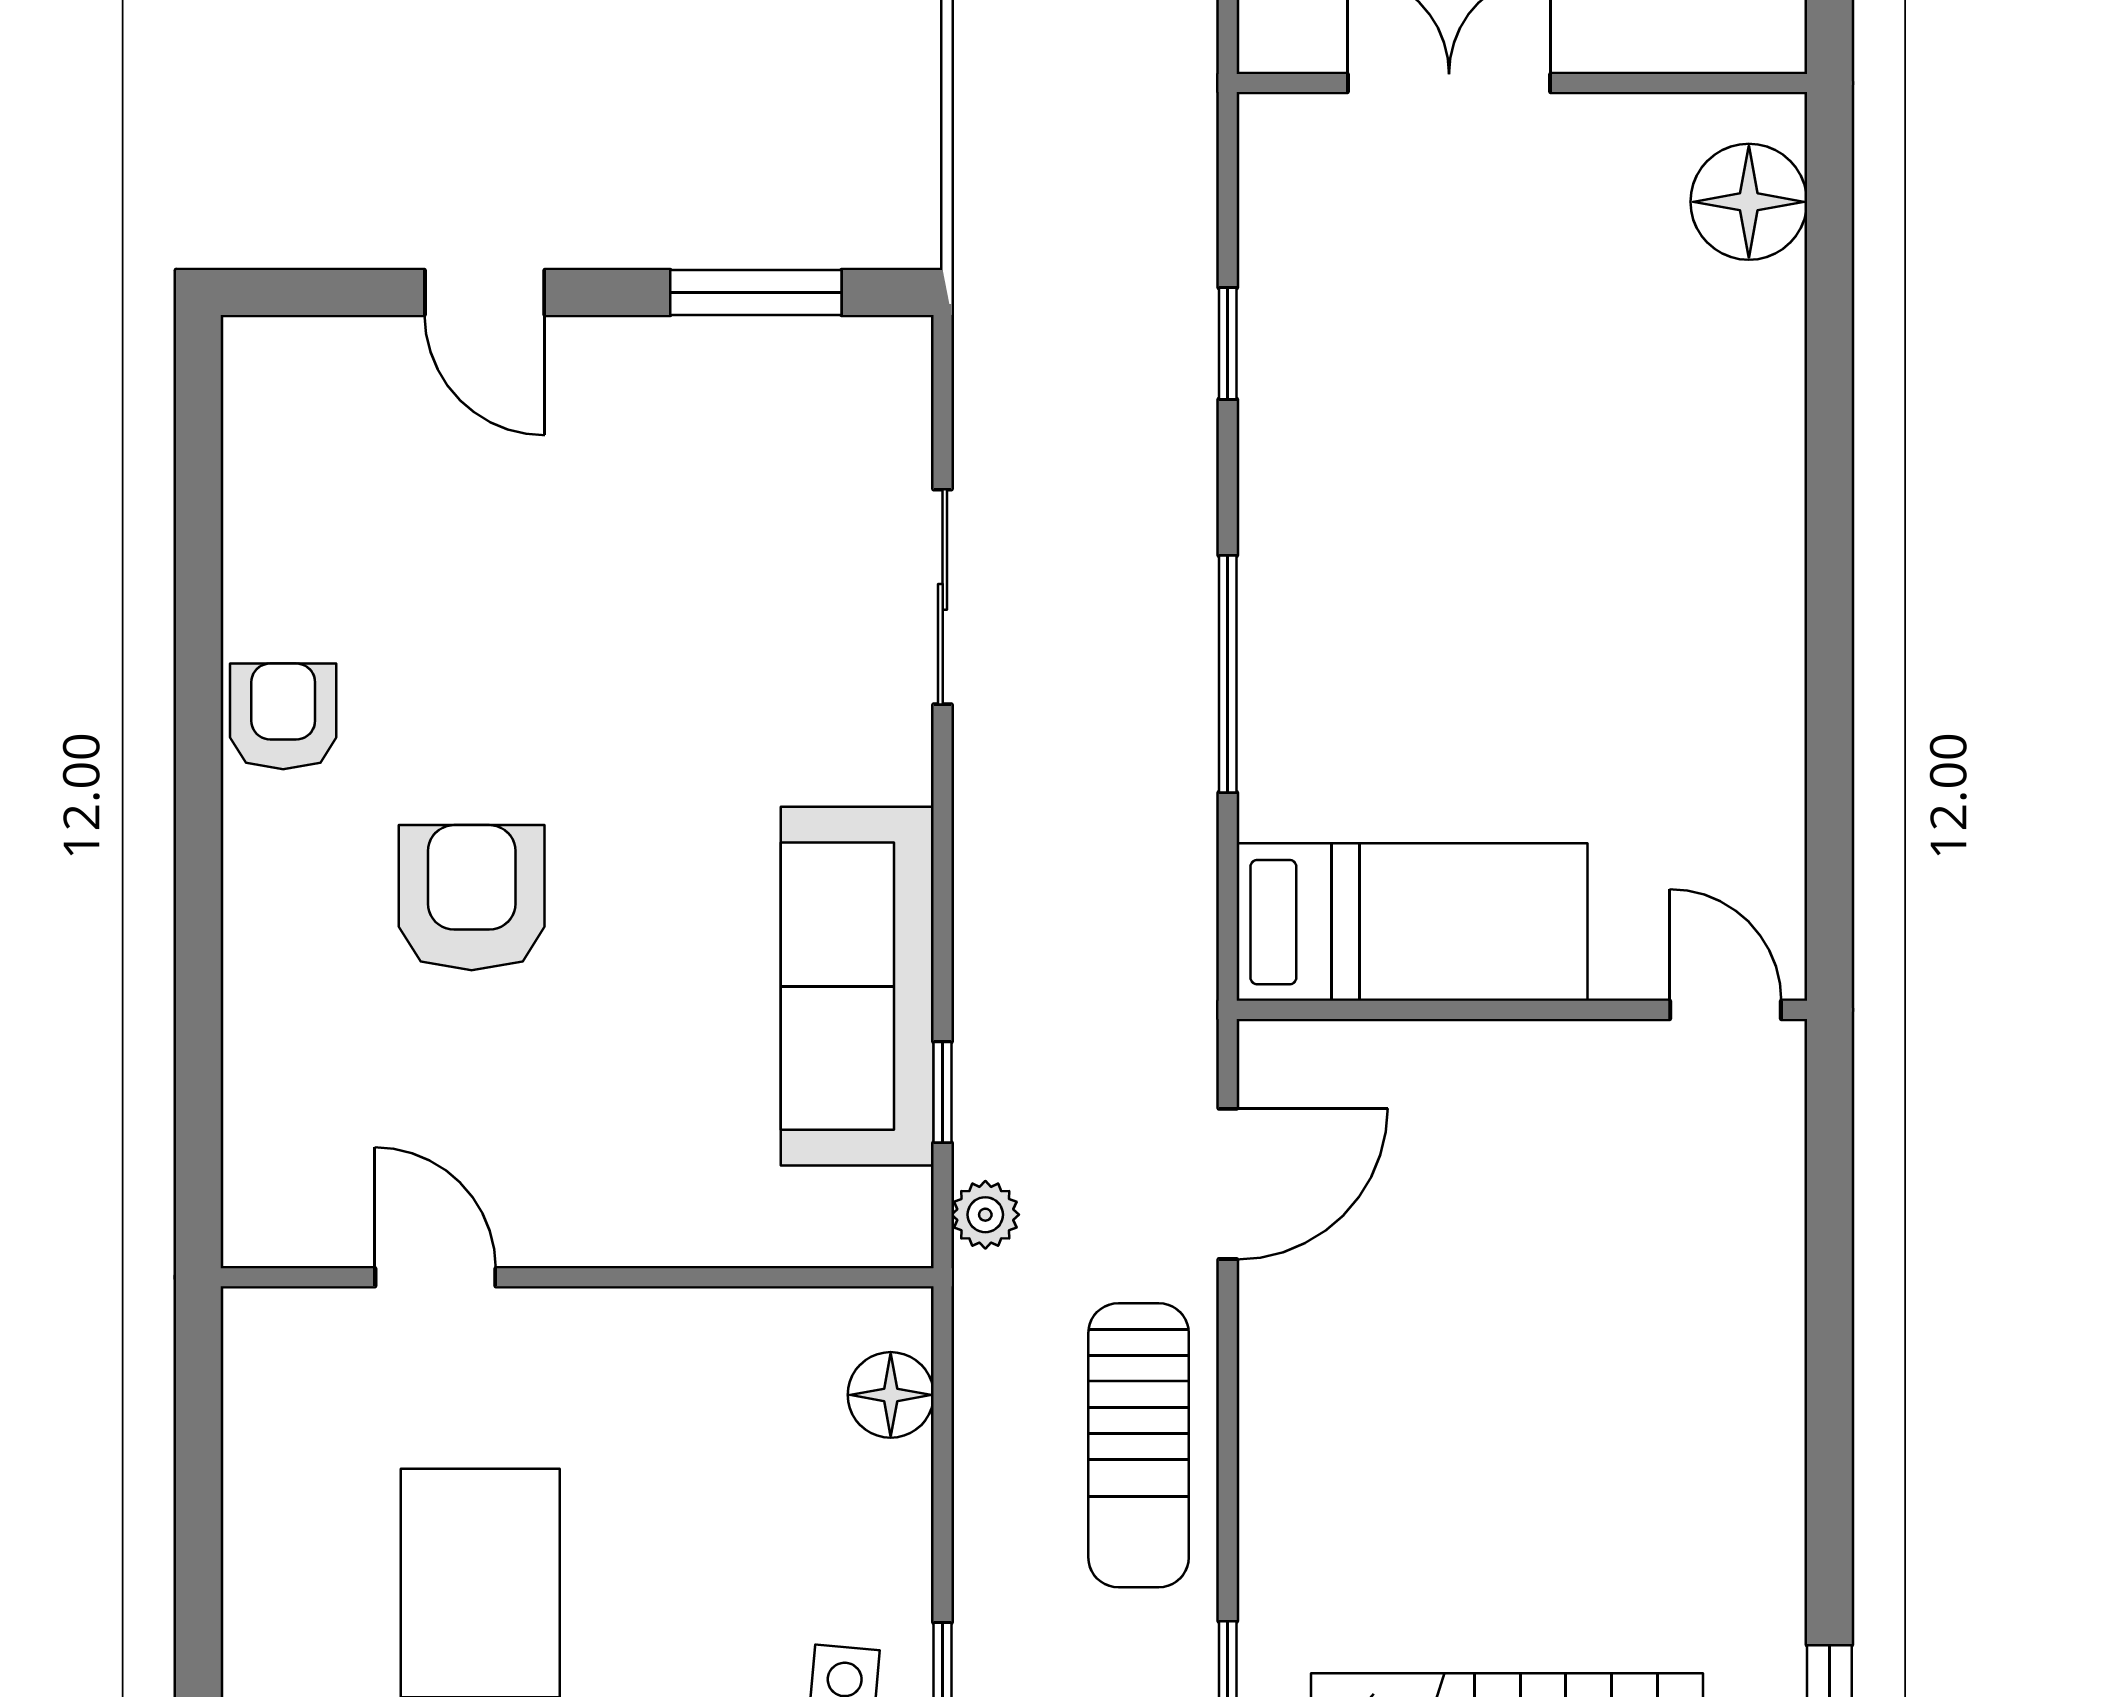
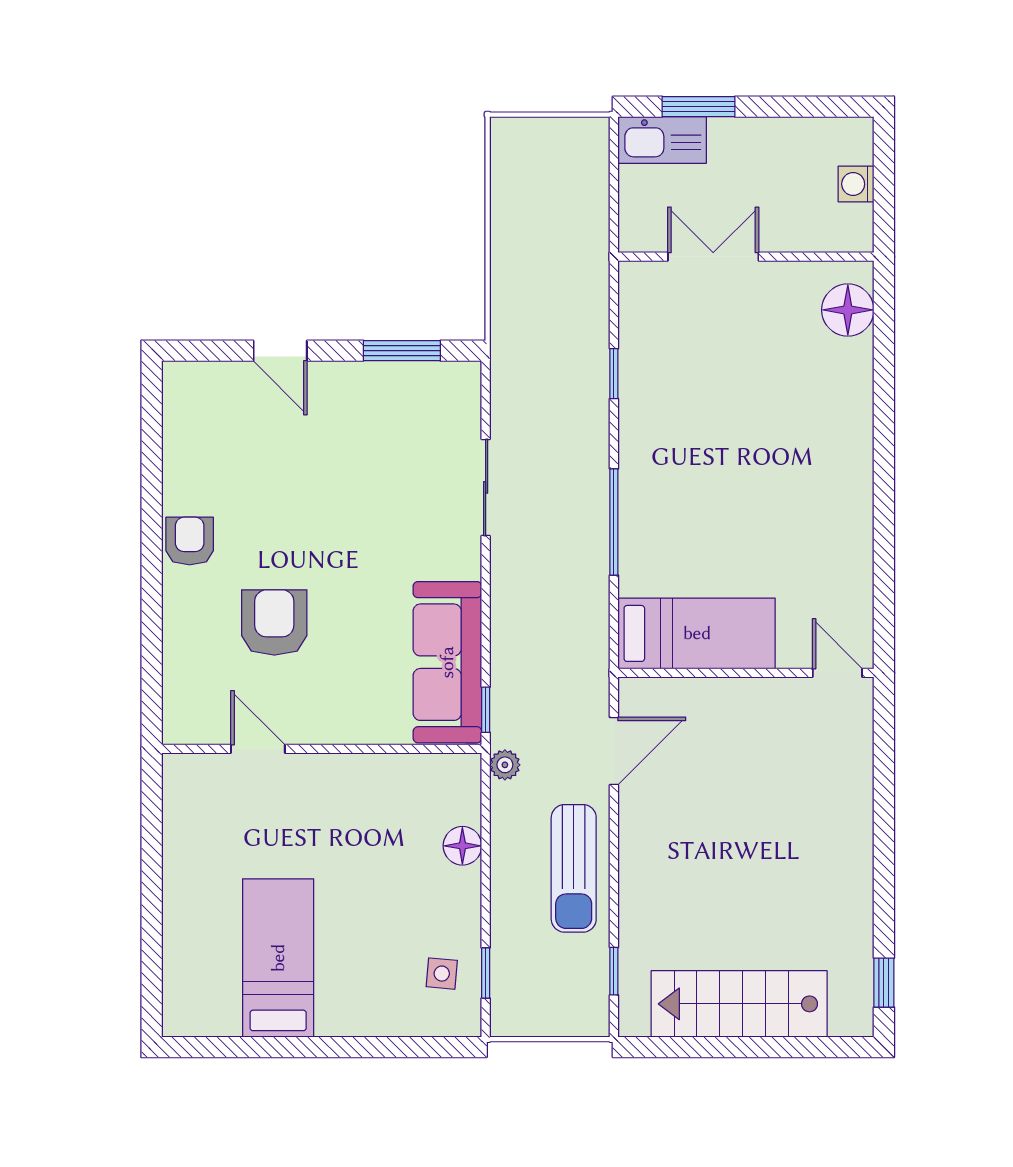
door: (435, 1277) -> (258, 749), moved
wall: (577, 1277) -> (322, 749), moved

